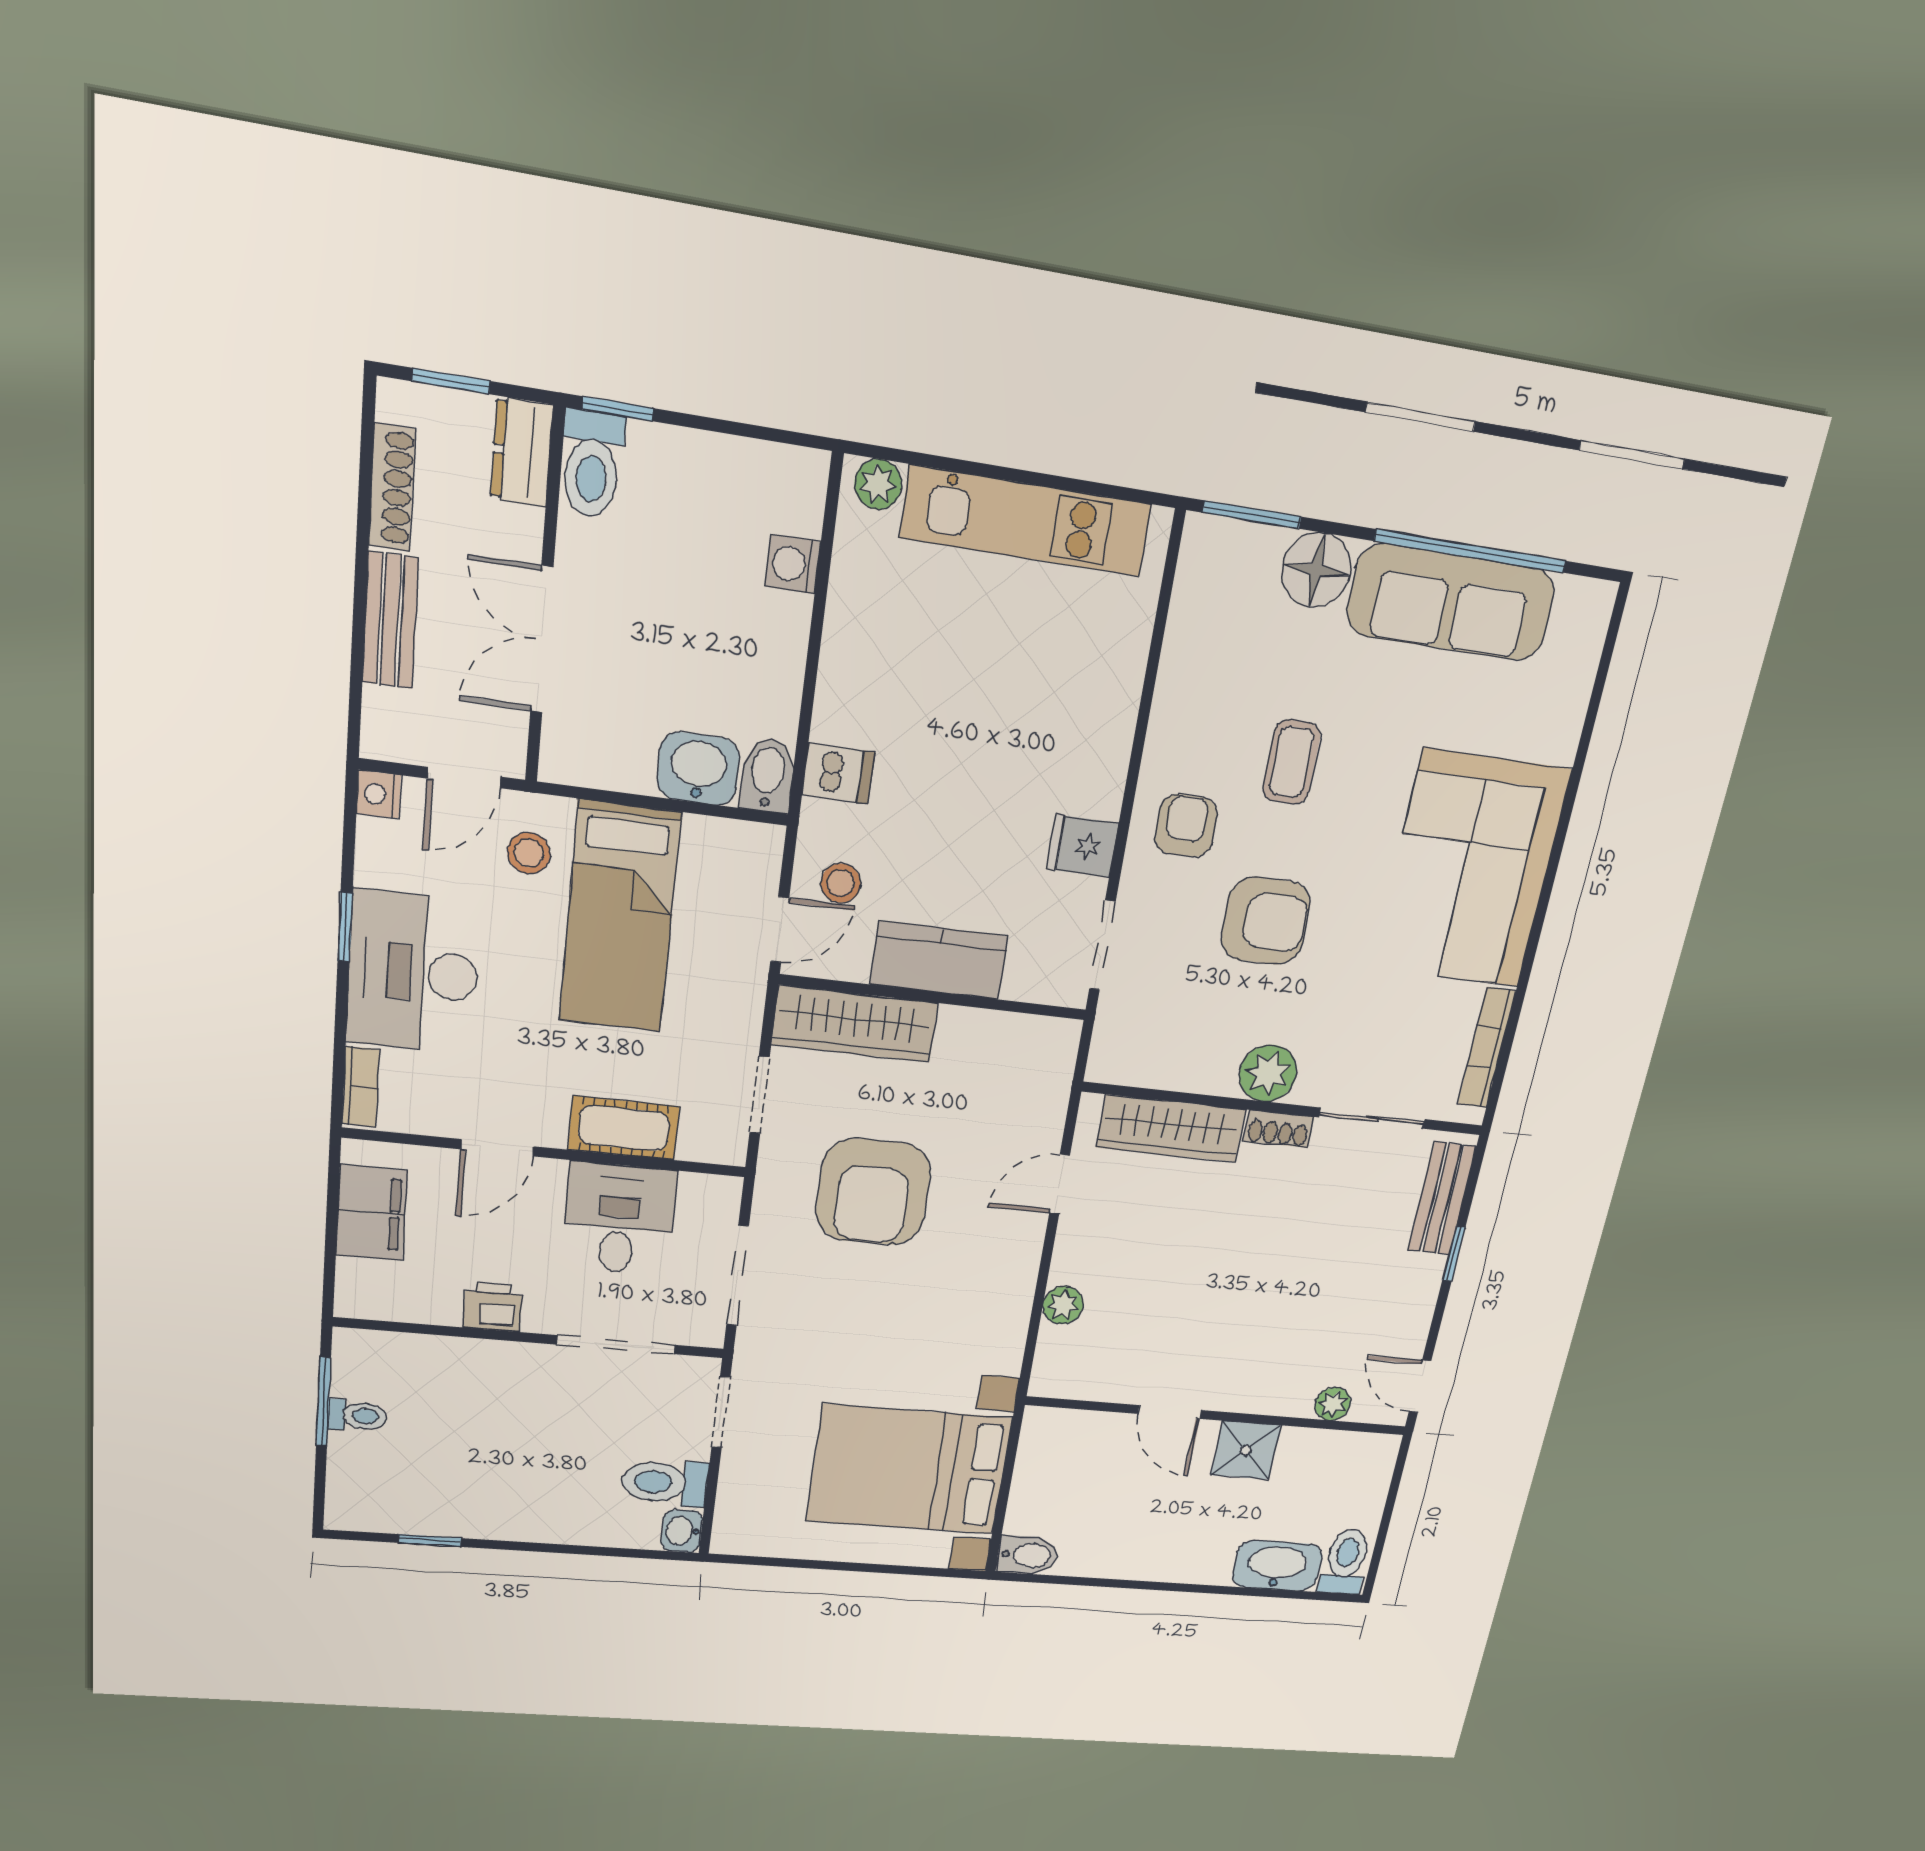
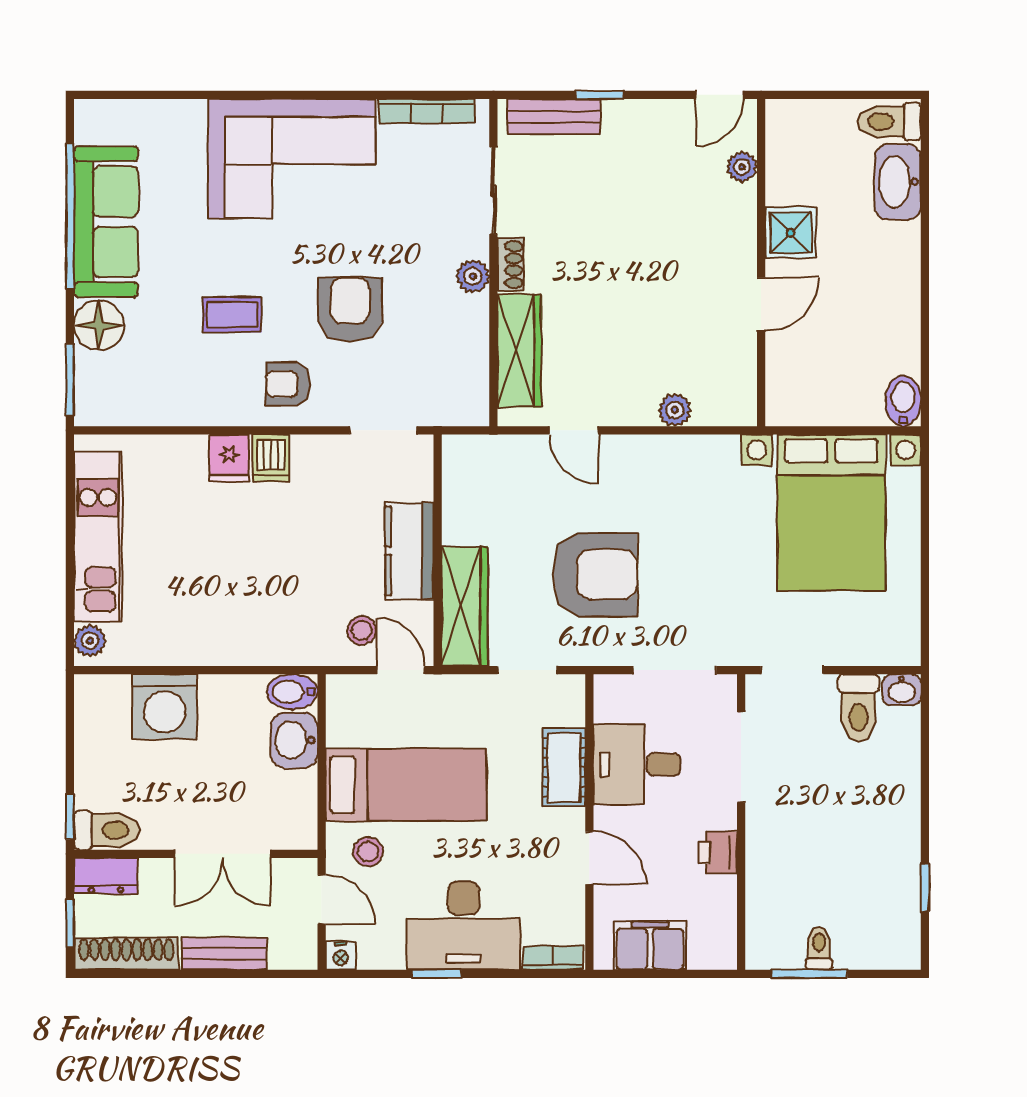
shoe rack: (392, 487) -> (126, 954), width x1.36, depth x1.24
washing machine: (793, 564) -> (165, 707), width x1.89, depth x1.89
dishwasher: (838, 773) -> (271, 458), moved, turned 180
fridge: (1083, 846) -> (229, 458), moved
plant: (1268, 1073) -> (473, 276), width x0.73, depth x0.73

